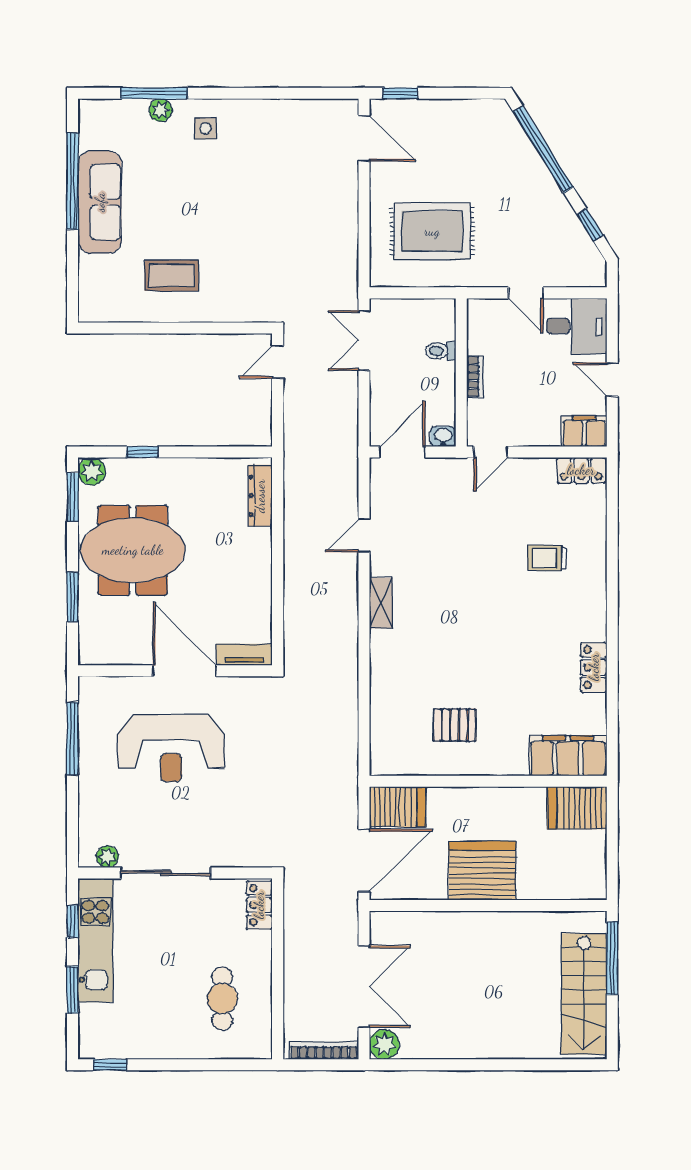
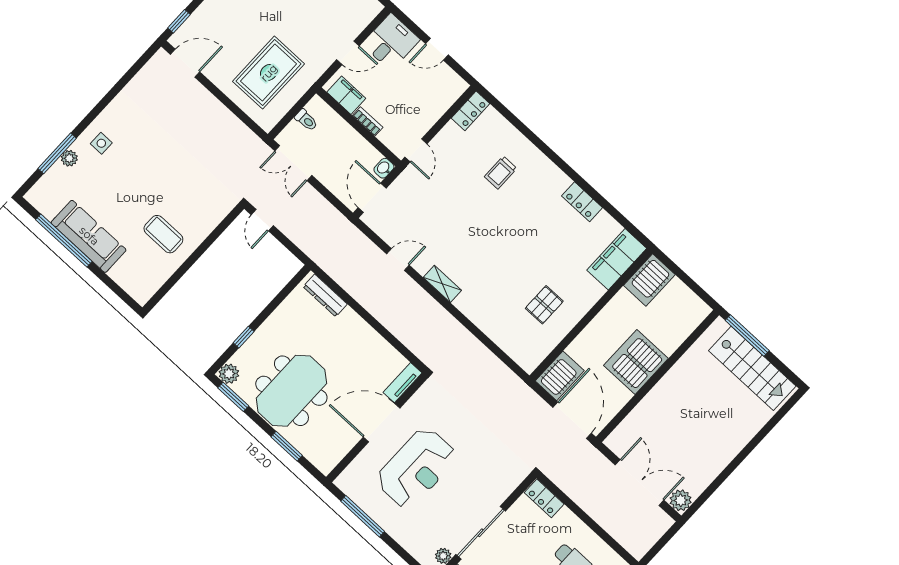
coffee table: (172, 276) -> (163, 234), turned 90
toilet: (441, 351) -> (306, 120), moved, turned -90
filing cabinet: (584, 432) -> (346, 95), moved, turned 90
door: (364, 535) -> (398, 260), swing flipped
bookcase: (324, 1050) -> (654, 536), removed

